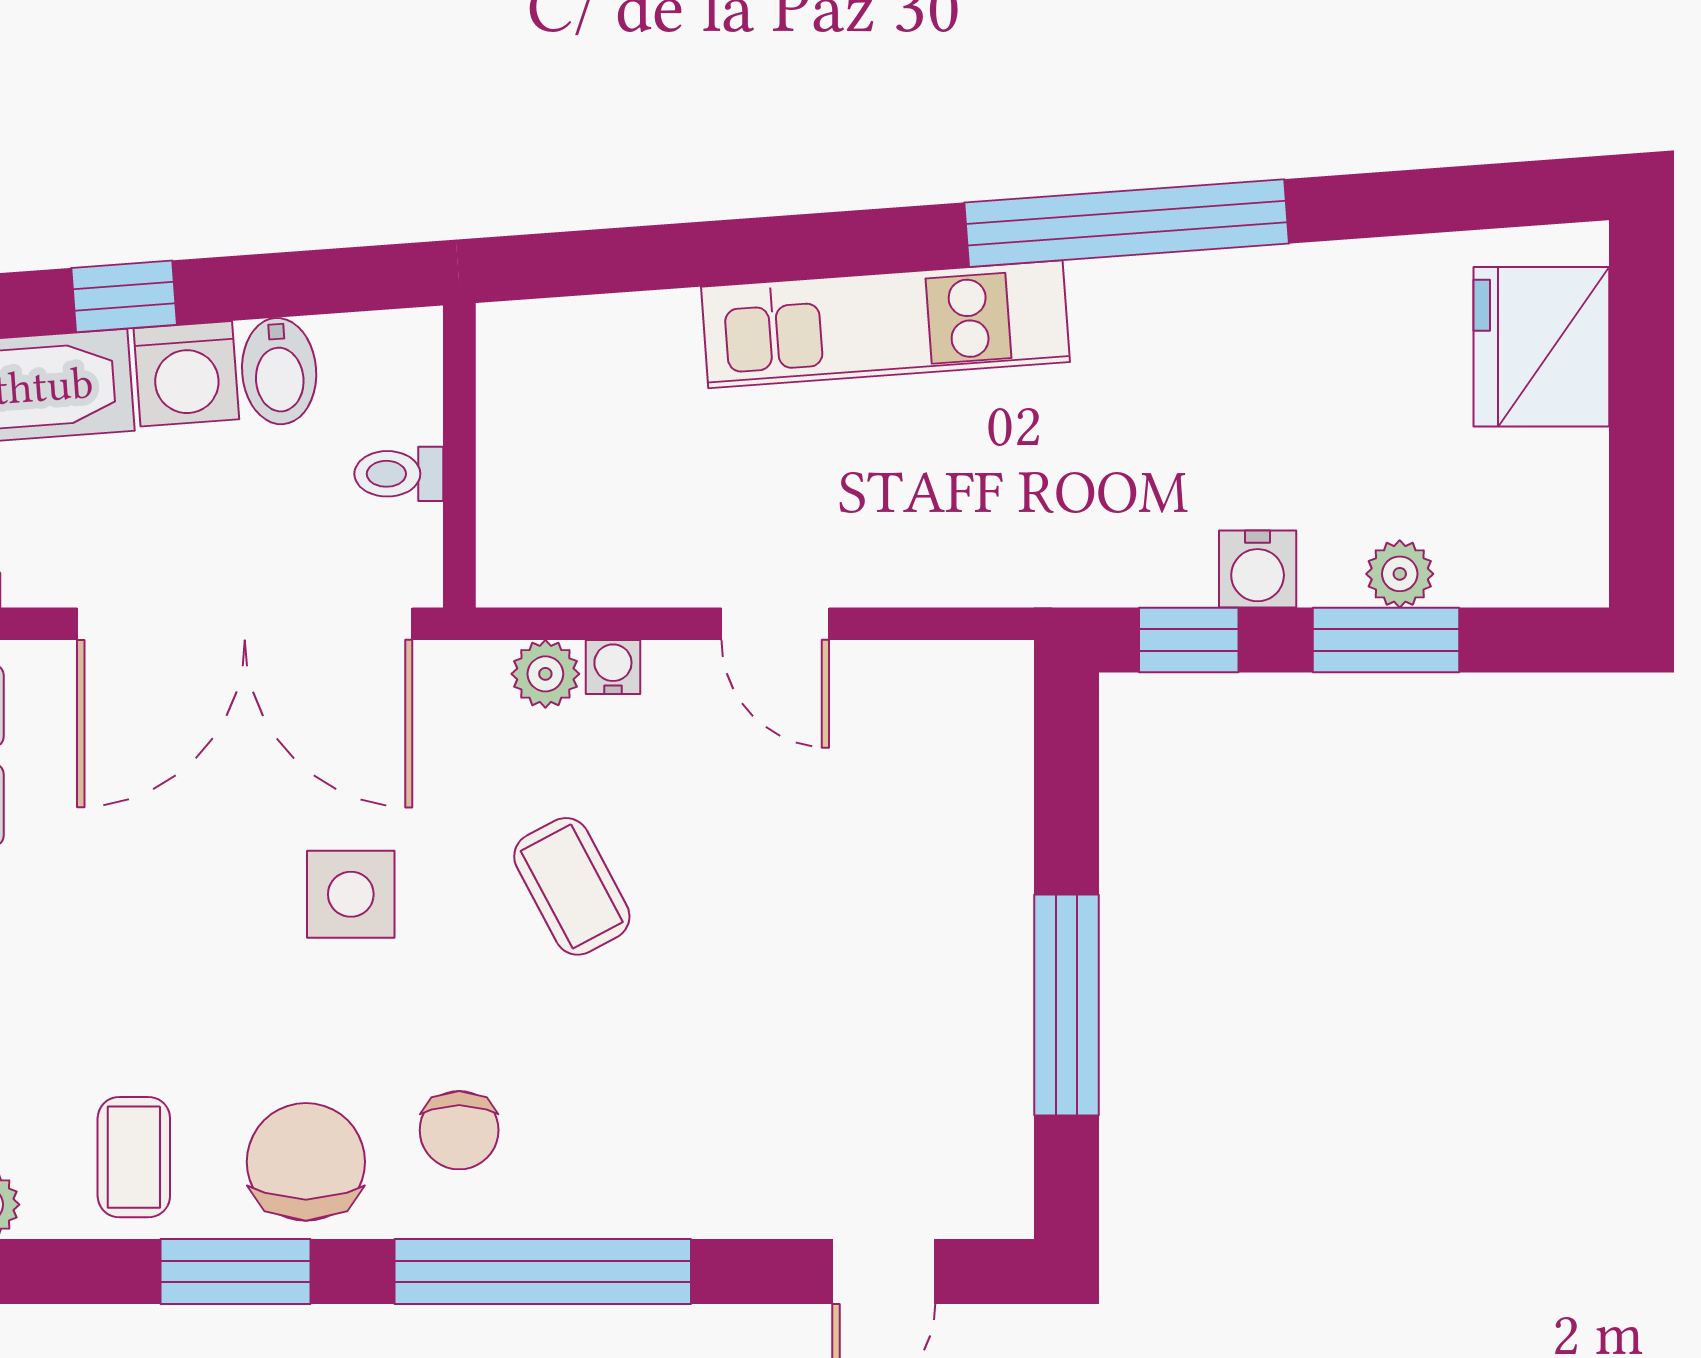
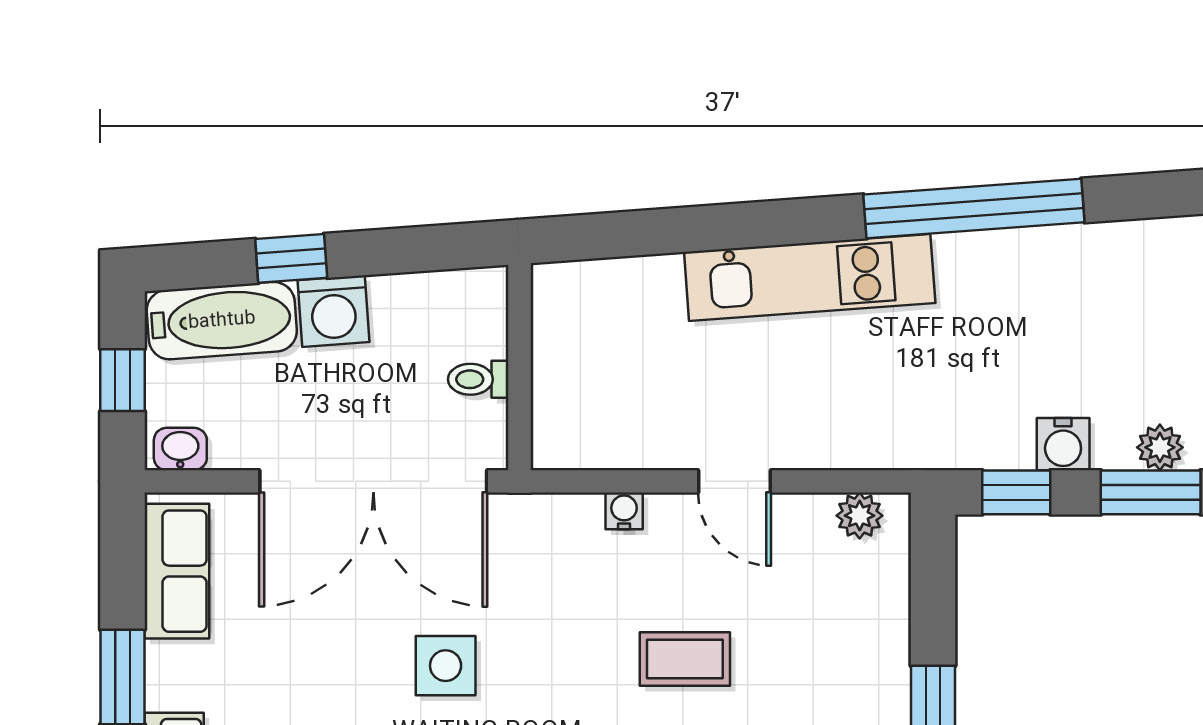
bidet: (279, 371) -> (397, 309), removed
plant: (545, 674) -> (860, 516), moved
coffee table: (572, 886) -> (685, 659), moved, turned -62

